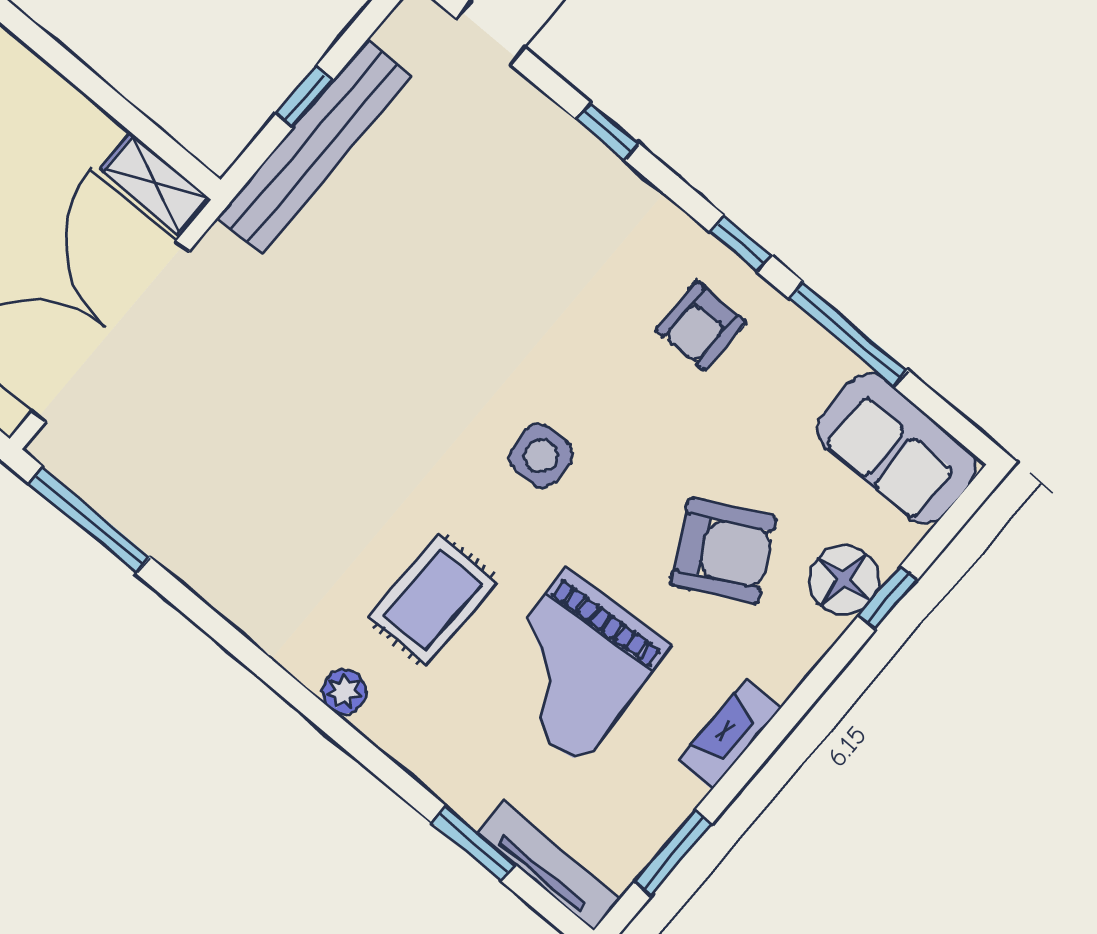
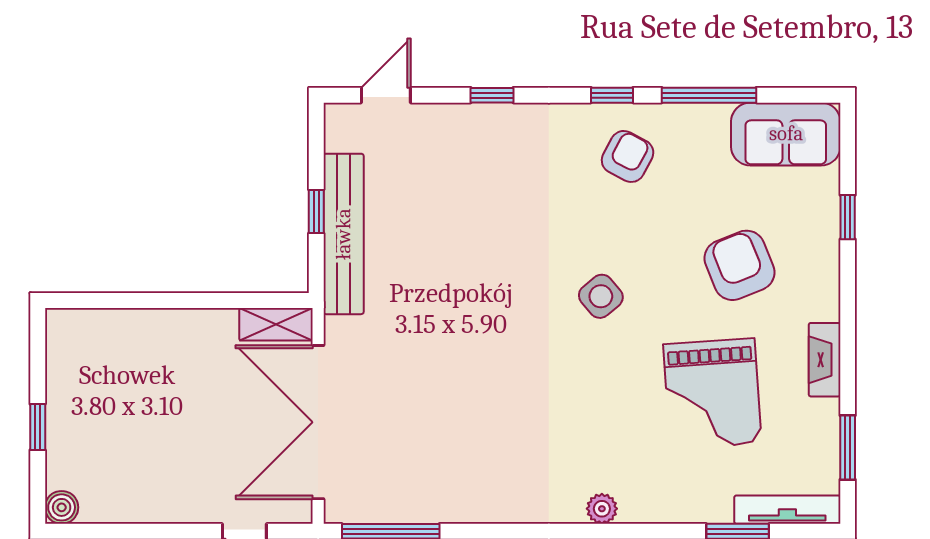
armchair: (701, 326) -> (628, 156), turned -152
side table: (541, 456) -> (601, 296), turned -37
armchair: (723, 551) -> (739, 265), turned -84
floor lamp: (844, 580) -> (816, 227), removed
rug: (433, 600) -> (608, 421), removed

